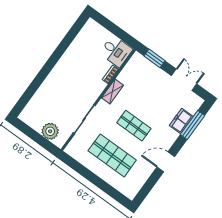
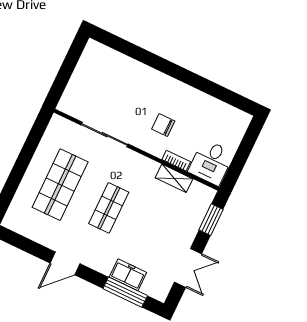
chair: (85, 79) -> (163, 125), added
shelving: (113, 91) -> (174, 178), moved
plant: (50, 131) -> (78, 89), removed
door: (166, 162) -> (65, 263), swing flipped

